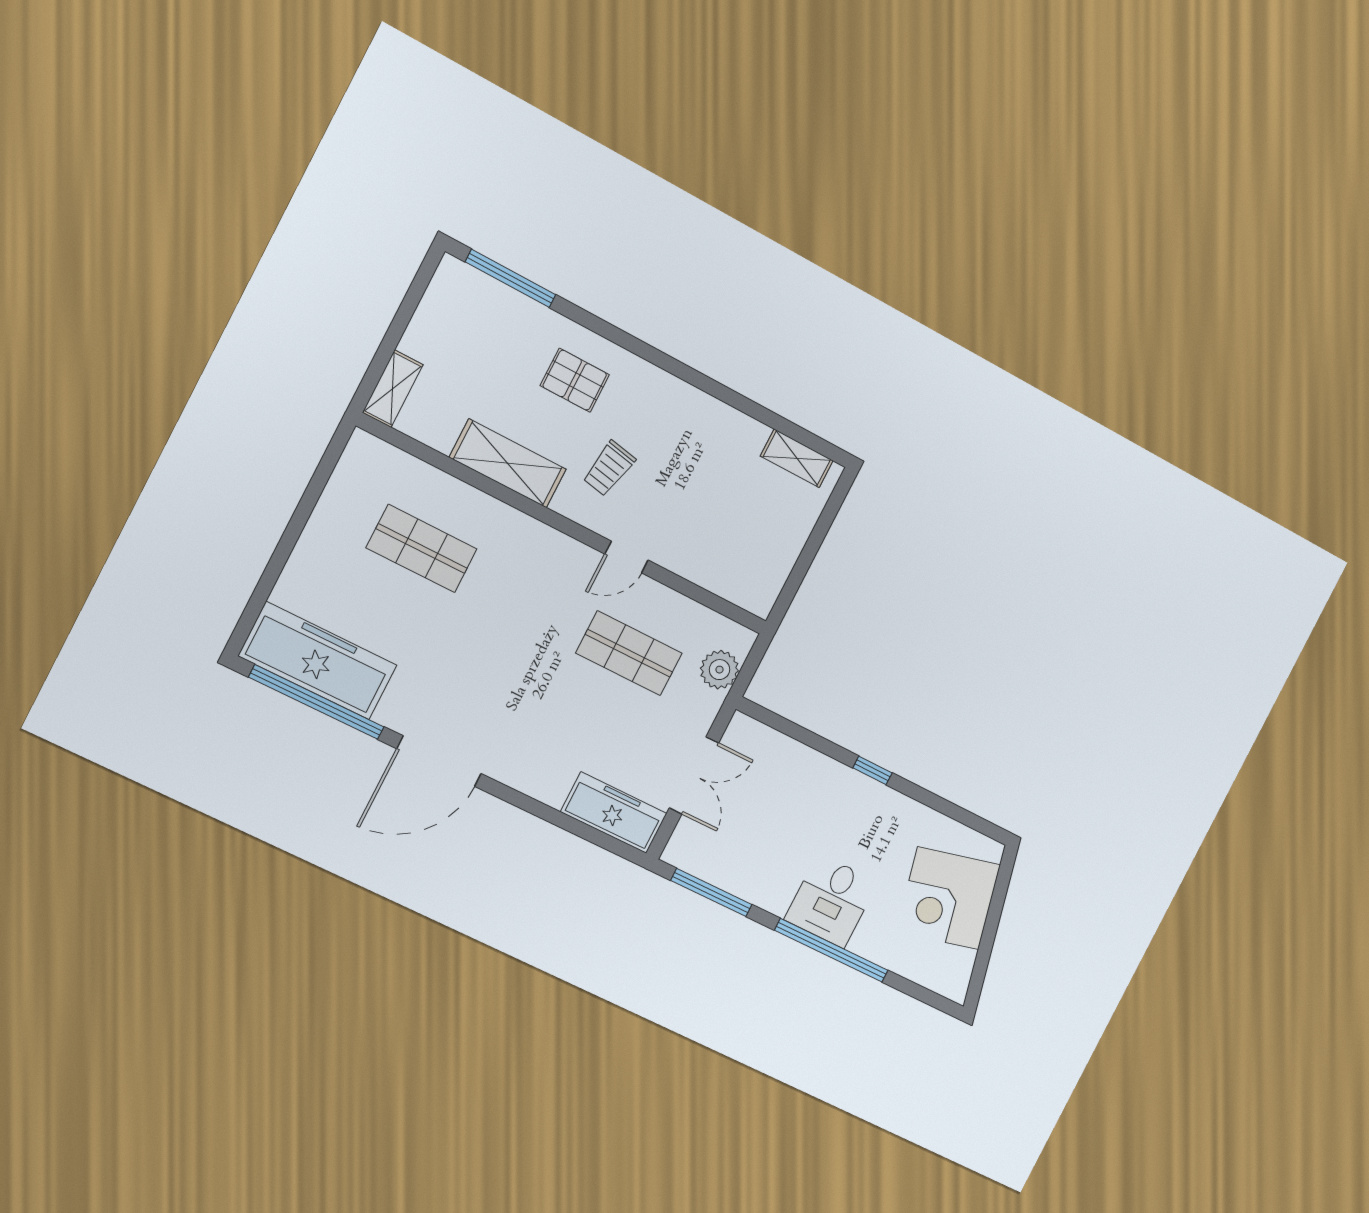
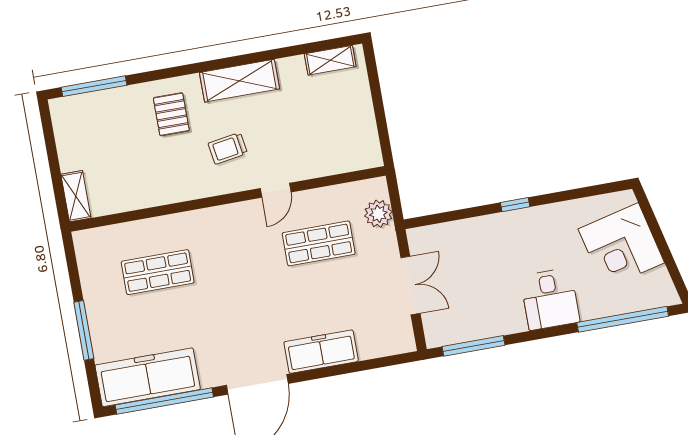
pallet: (575, 380) -> (171, 114), turned 90
shelving: (508, 463) -> (239, 81), moved
trolley: (609, 468) -> (228, 148), turned 70
window: (283, 551) -> (84, 330), added
freezer: (614, 813) -> (321, 352), moved
window: (831, 950) -> (623, 319), moved

